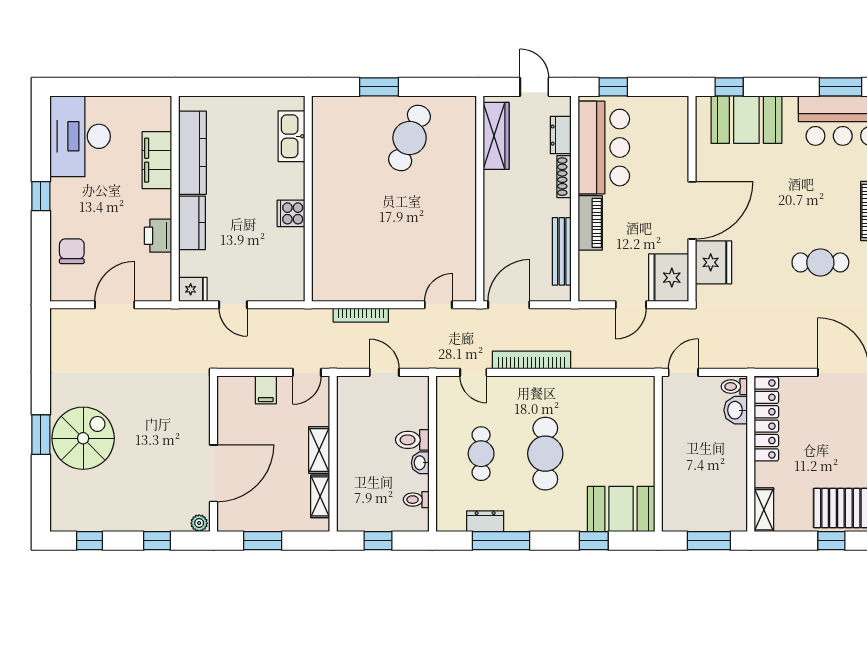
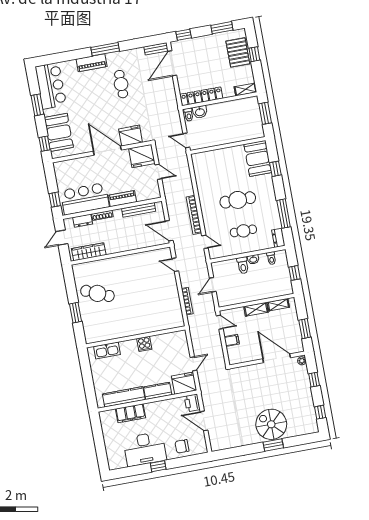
window: (841, 87) -> (37, 105), moved
desk: (80, 136) -> (145, 449), moved
printer: (158, 236) -> (192, 403), moved, turned 90
fridge: (193, 289) -> (184, 383), width x1.88, depth x1.34
door: (473, 372) -> (205, 242), hinge flipped
dresser: (485, 521) -> (278, 238), moved

